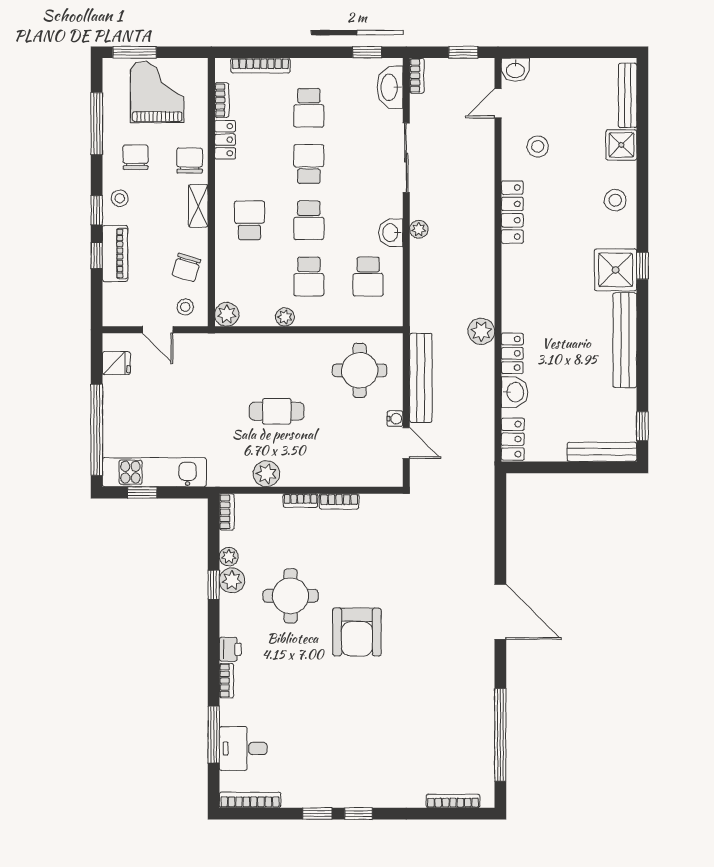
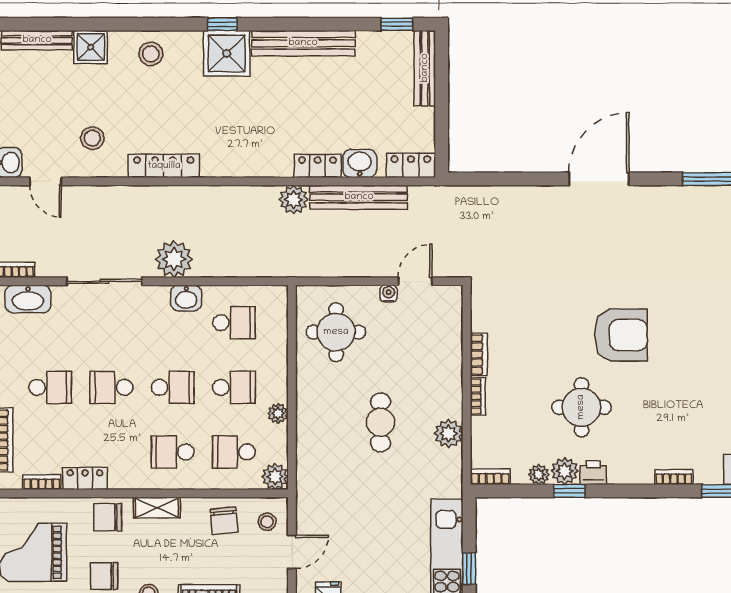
plant: (419, 229) -> (174, 259), width x1.88, depth x1.88
chair: (186, 267) -> (224, 521), turned 68
school desk: (249, 277) -> (234, 452), added
bench: (421, 378) -> (359, 197), moved
printer: (230, 649) -> (593, 473), moved

